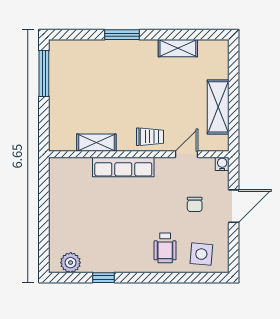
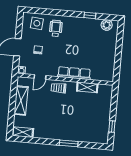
shelving: (178, 48) -> (23, 132), moved
window: (44, 74) -> (112, 126), width x0.46

